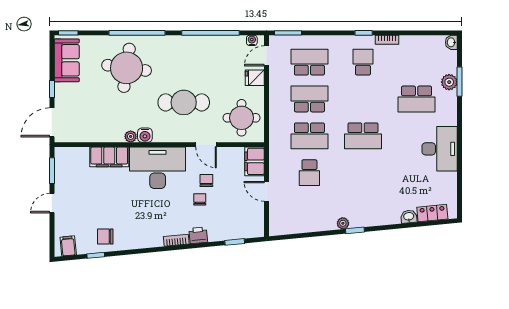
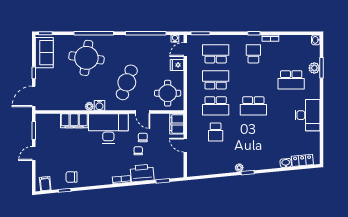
cafe table: (184, 102) -> (127, 82), turned -70
printer: (198, 235) -> (142, 173), width x1.87, depth x1.48

